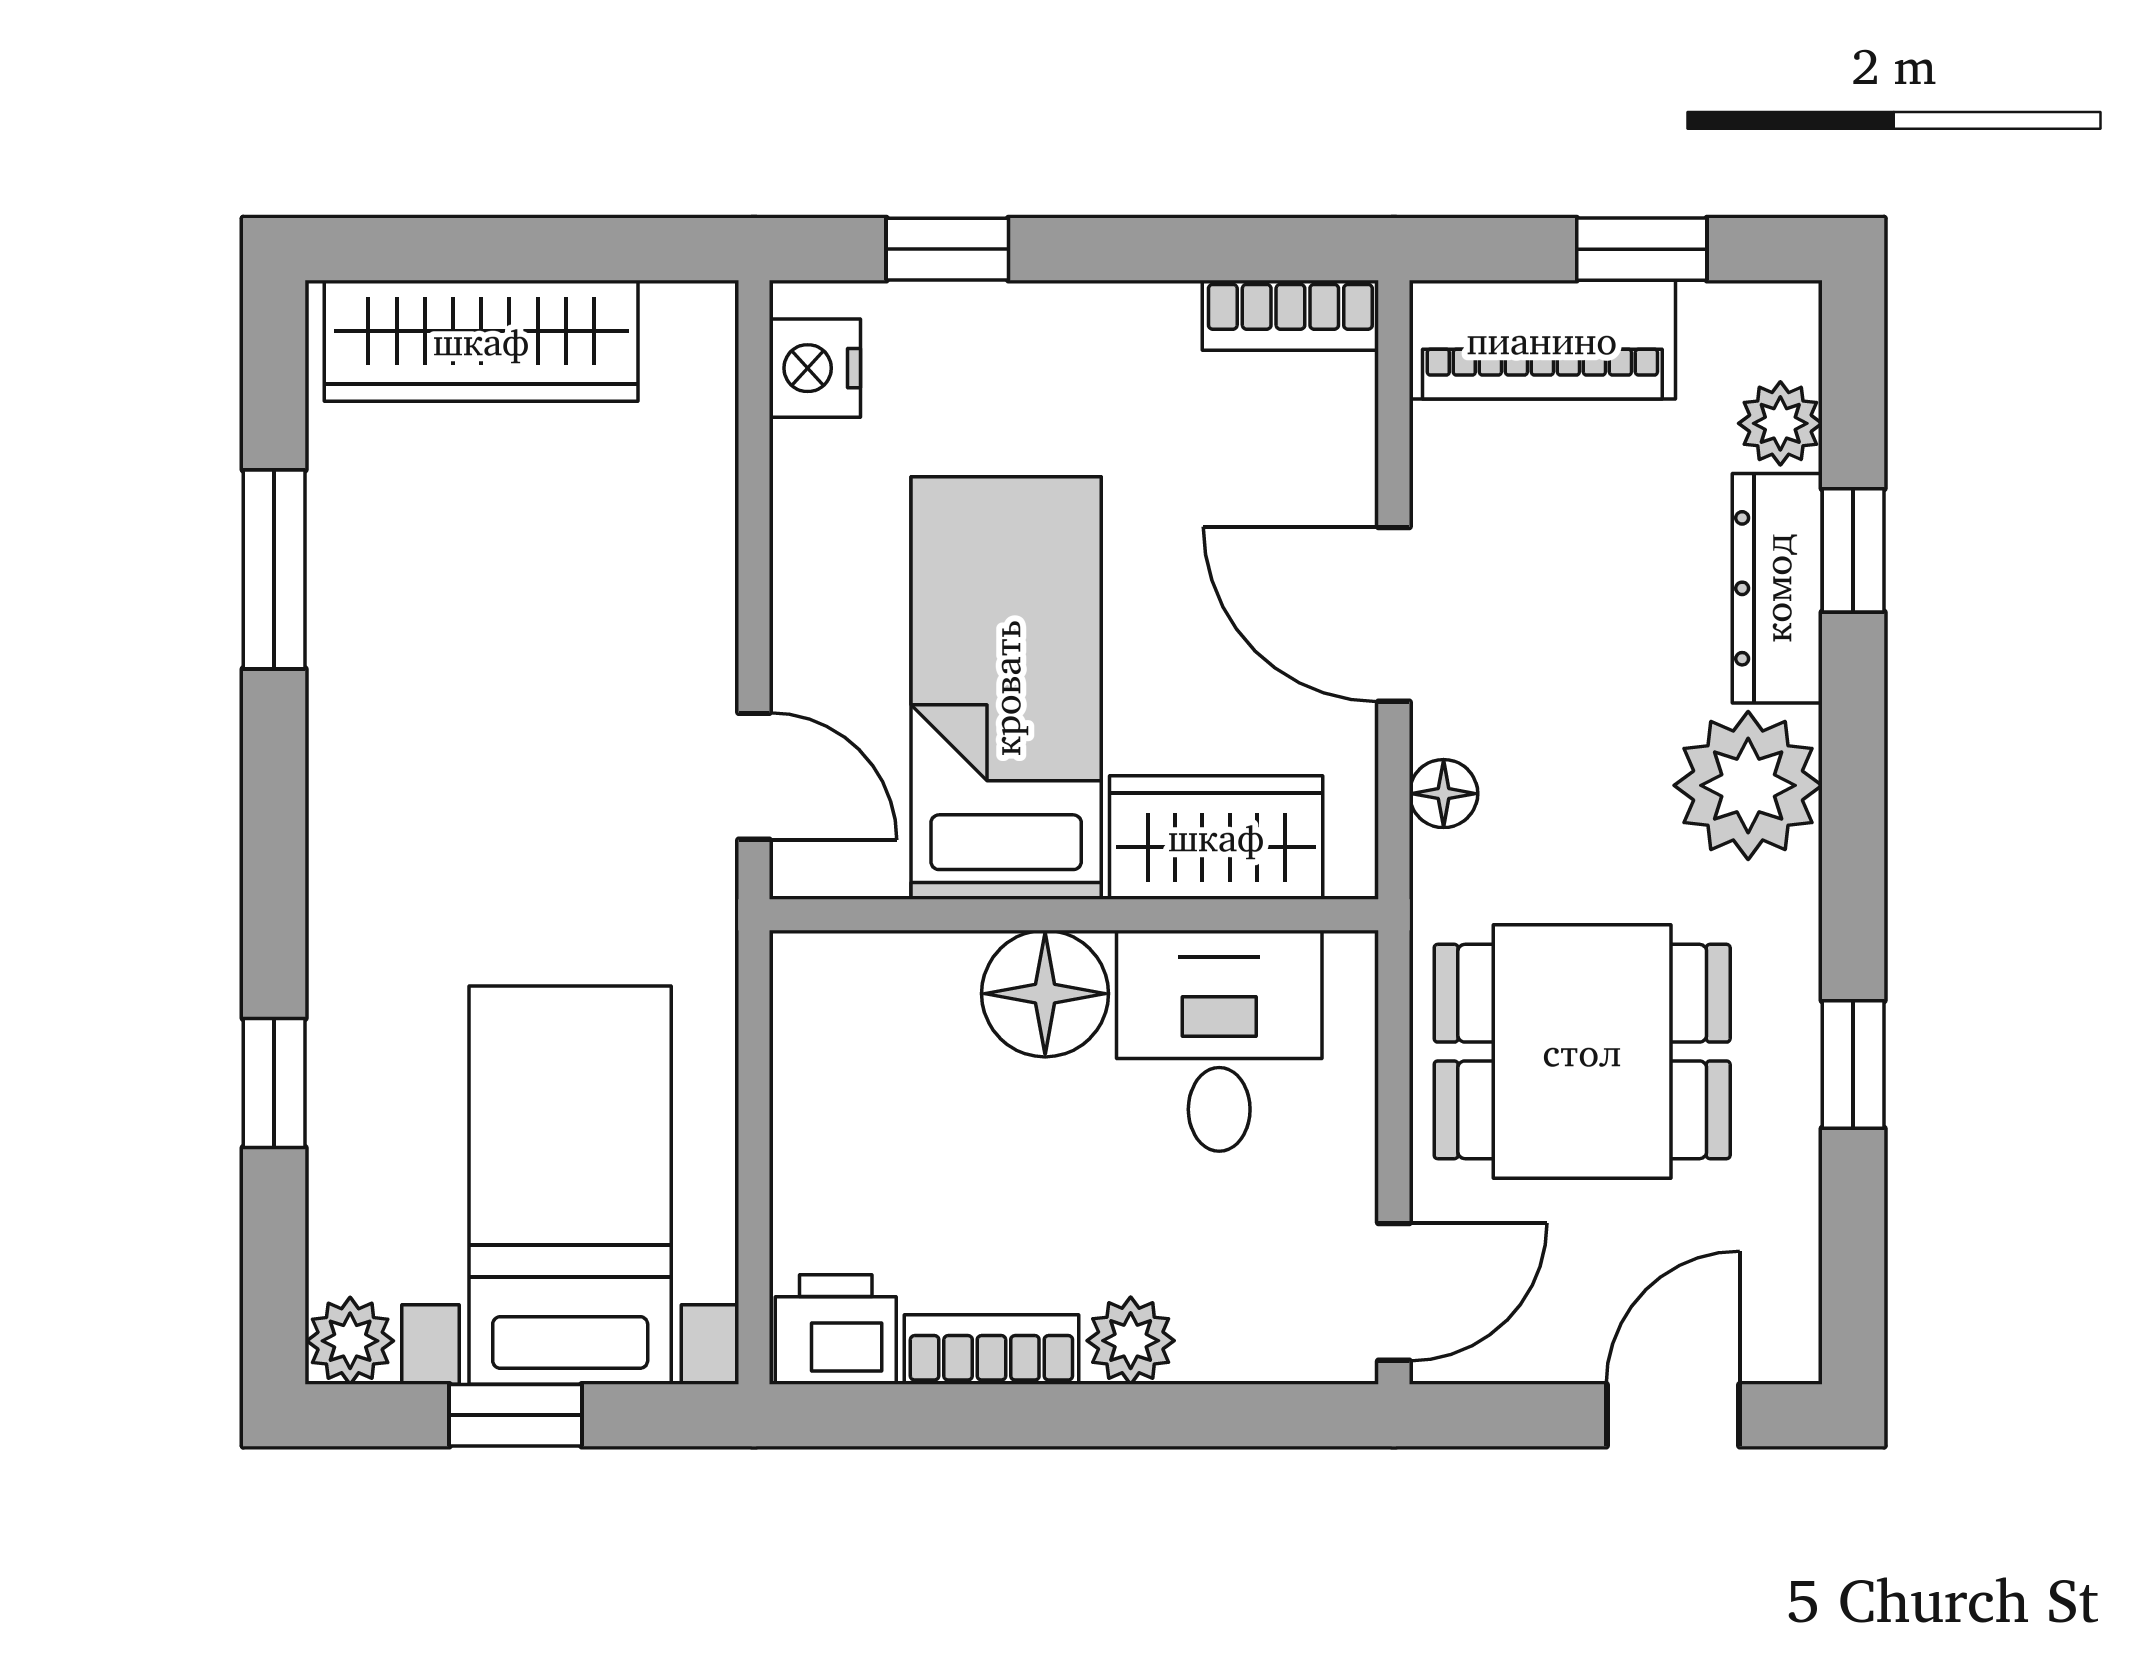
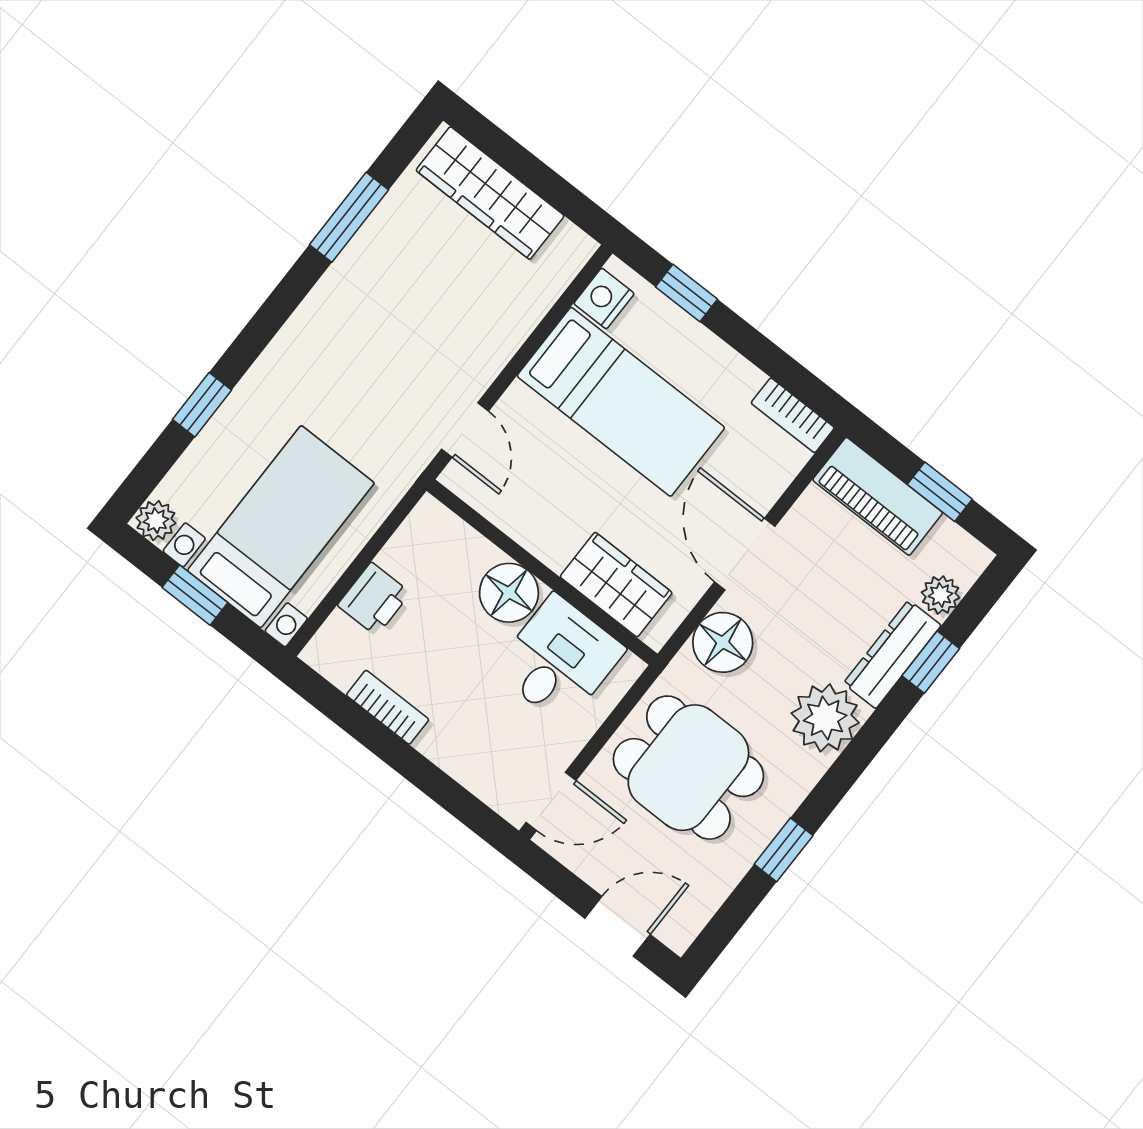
bed: (1006, 688) -> (621, 402), moved, turned 90
floor lamp: (1444, 794) -> (723, 642), width x1.89, depth x1.89
printer: (836, 1329) -> (374, 599), moved, turned 90
plant: (1131, 1341) -> (441, 744), removed

